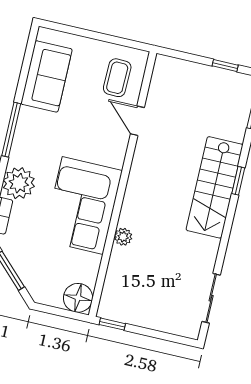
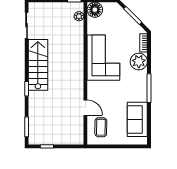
stairs: (215, 187) -> (38, 65), moved
plant: (123, 237) -> (79, 16), moved

